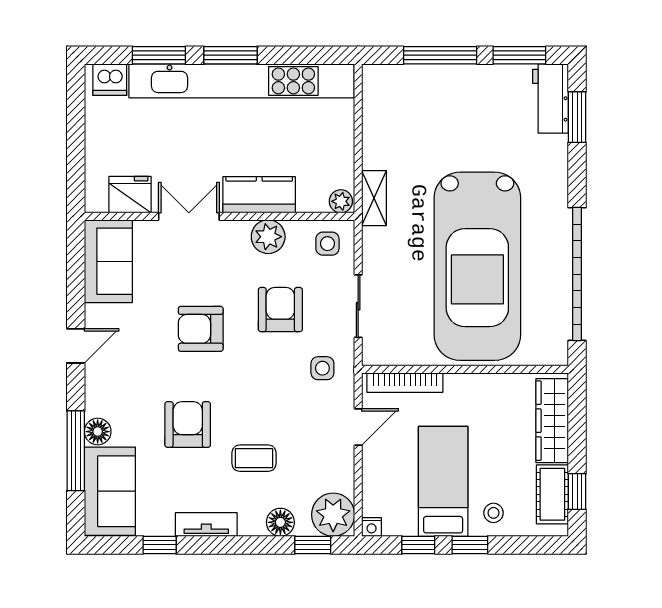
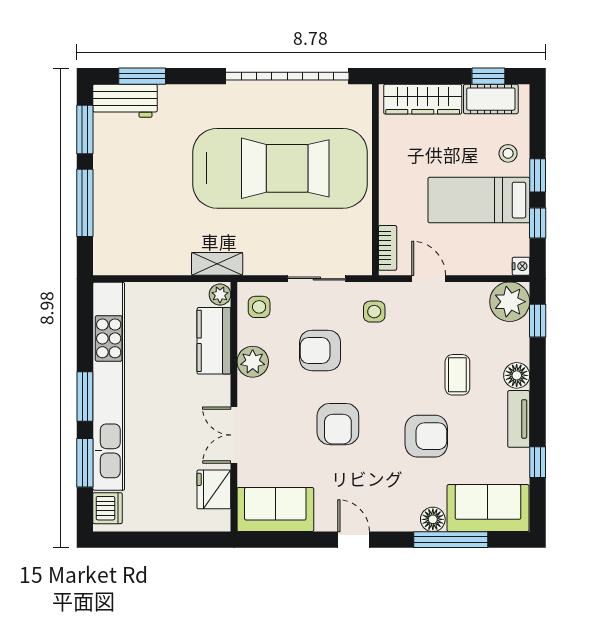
kitchen counter: (259, 195) -> (214, 341), moved
bookcase: (405, 383) -> (388, 248), width x0.64
armchair: (188, 424) -> (426, 436), turned 180
floor lamp: (280, 522) -> (517, 375), moved

